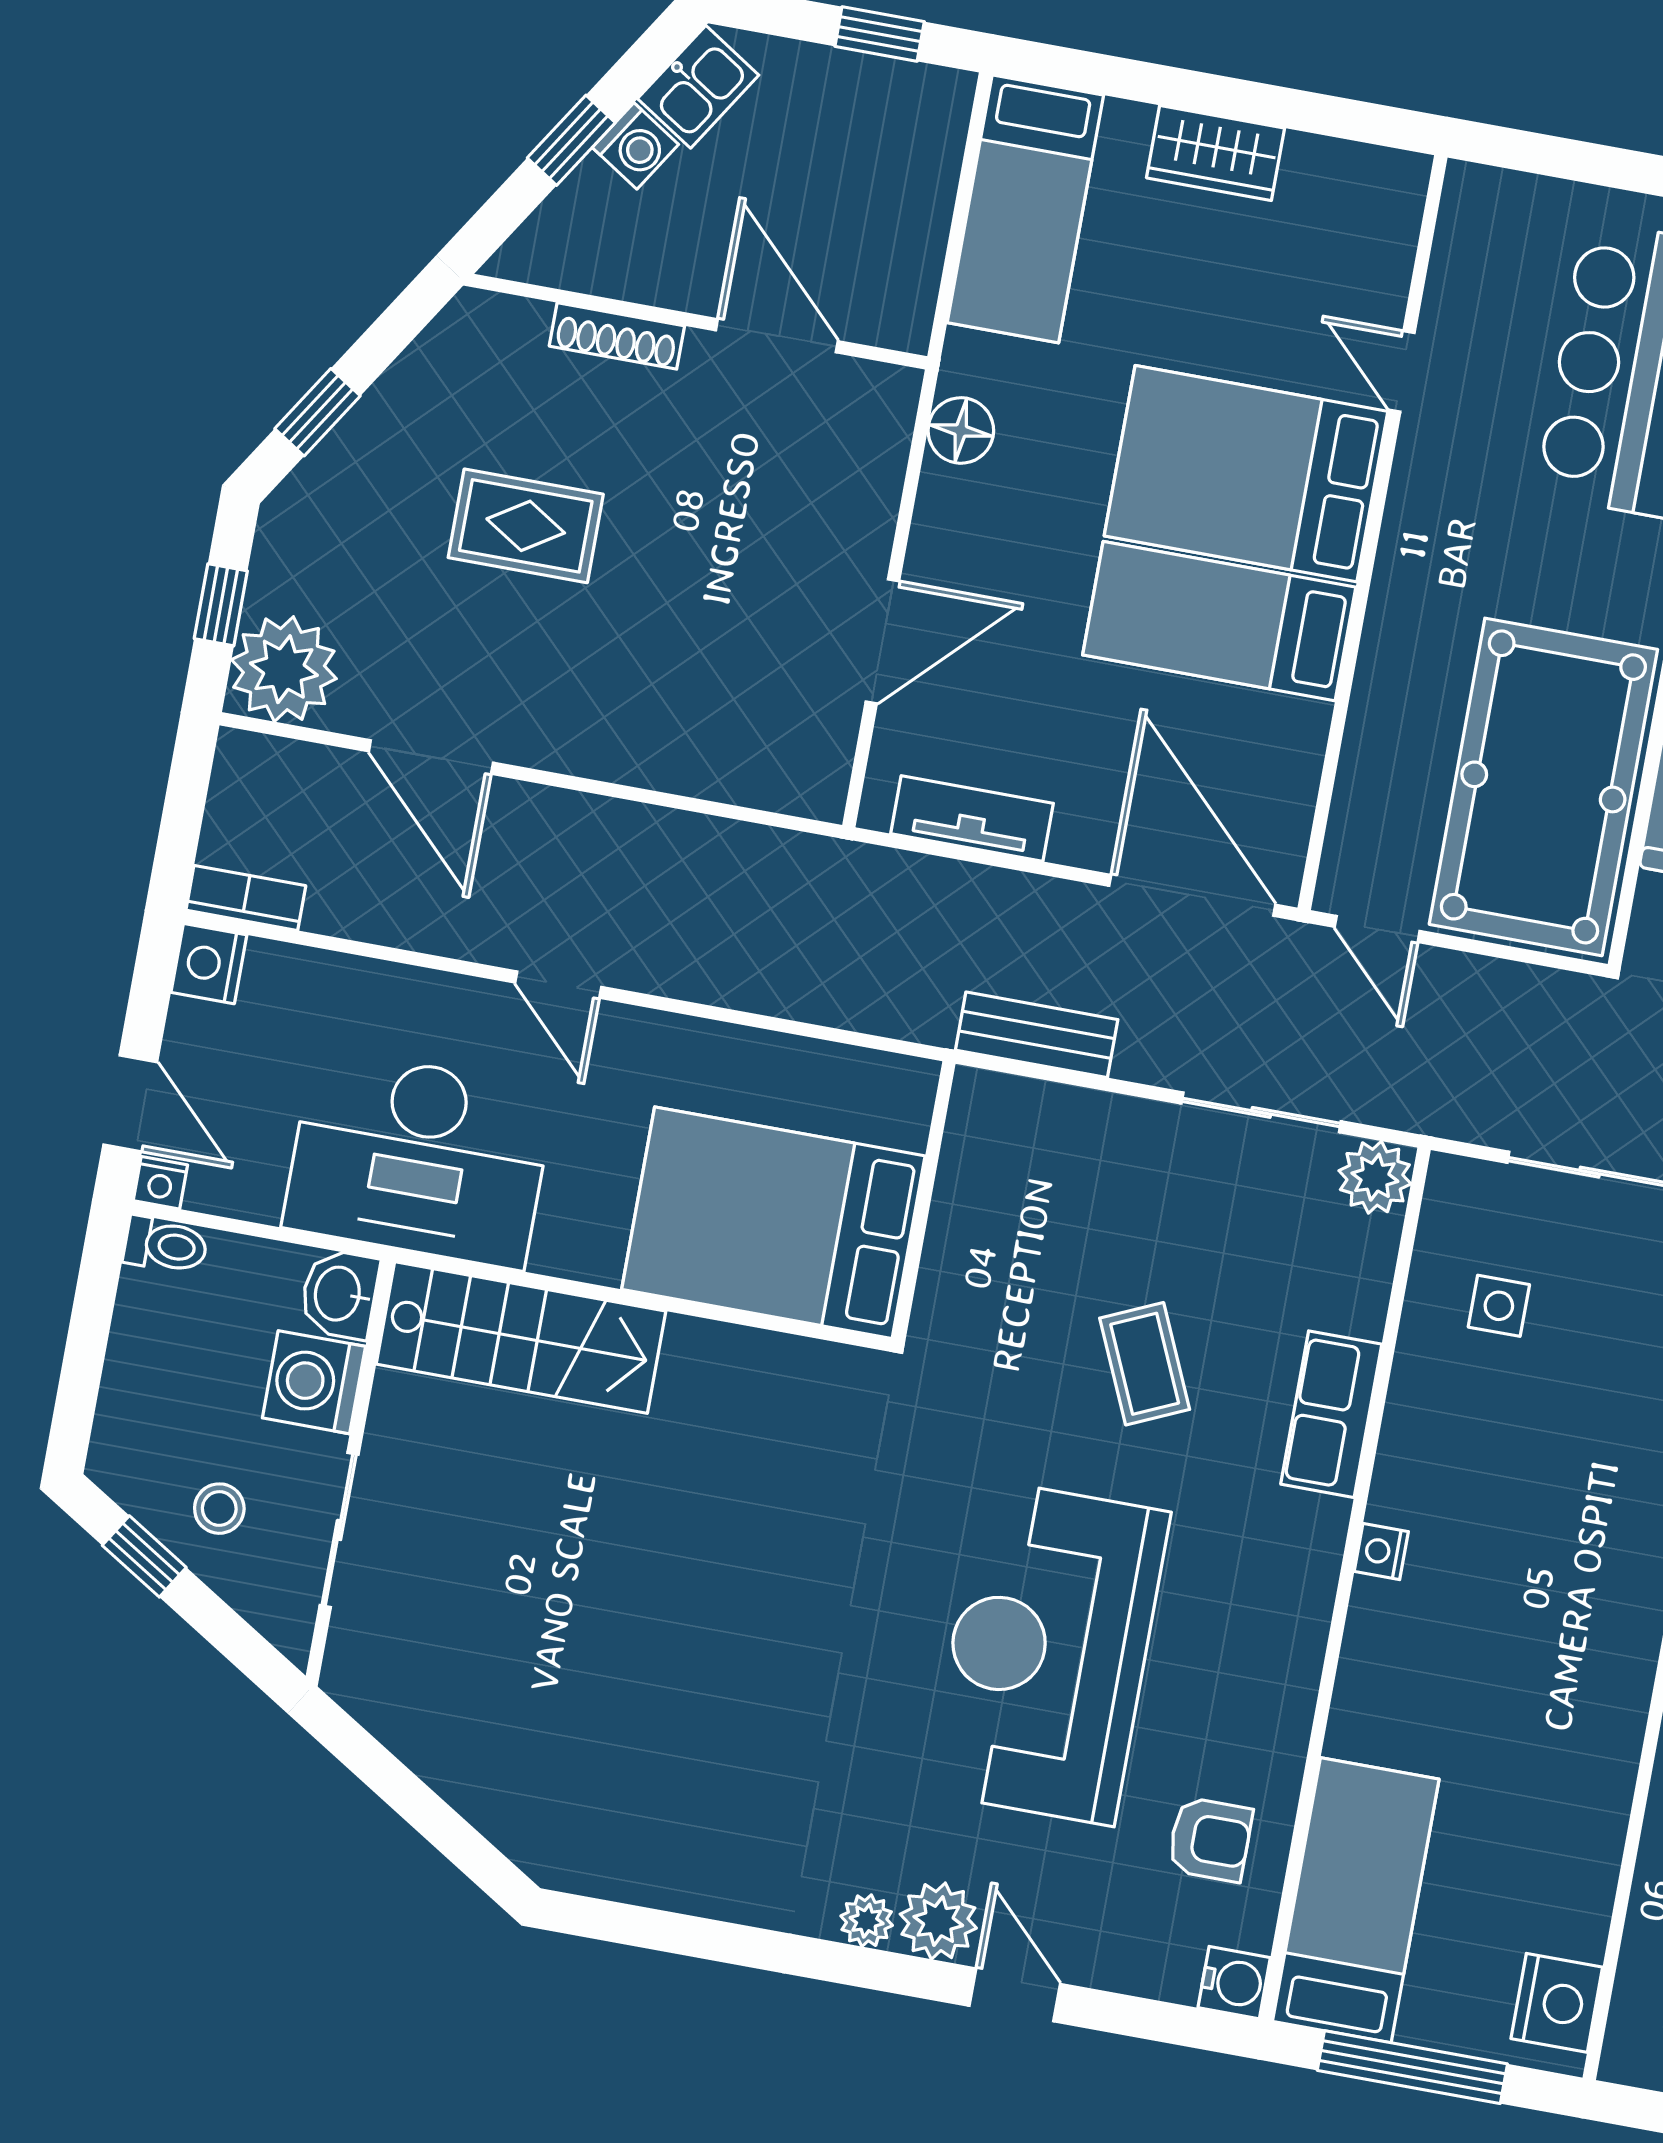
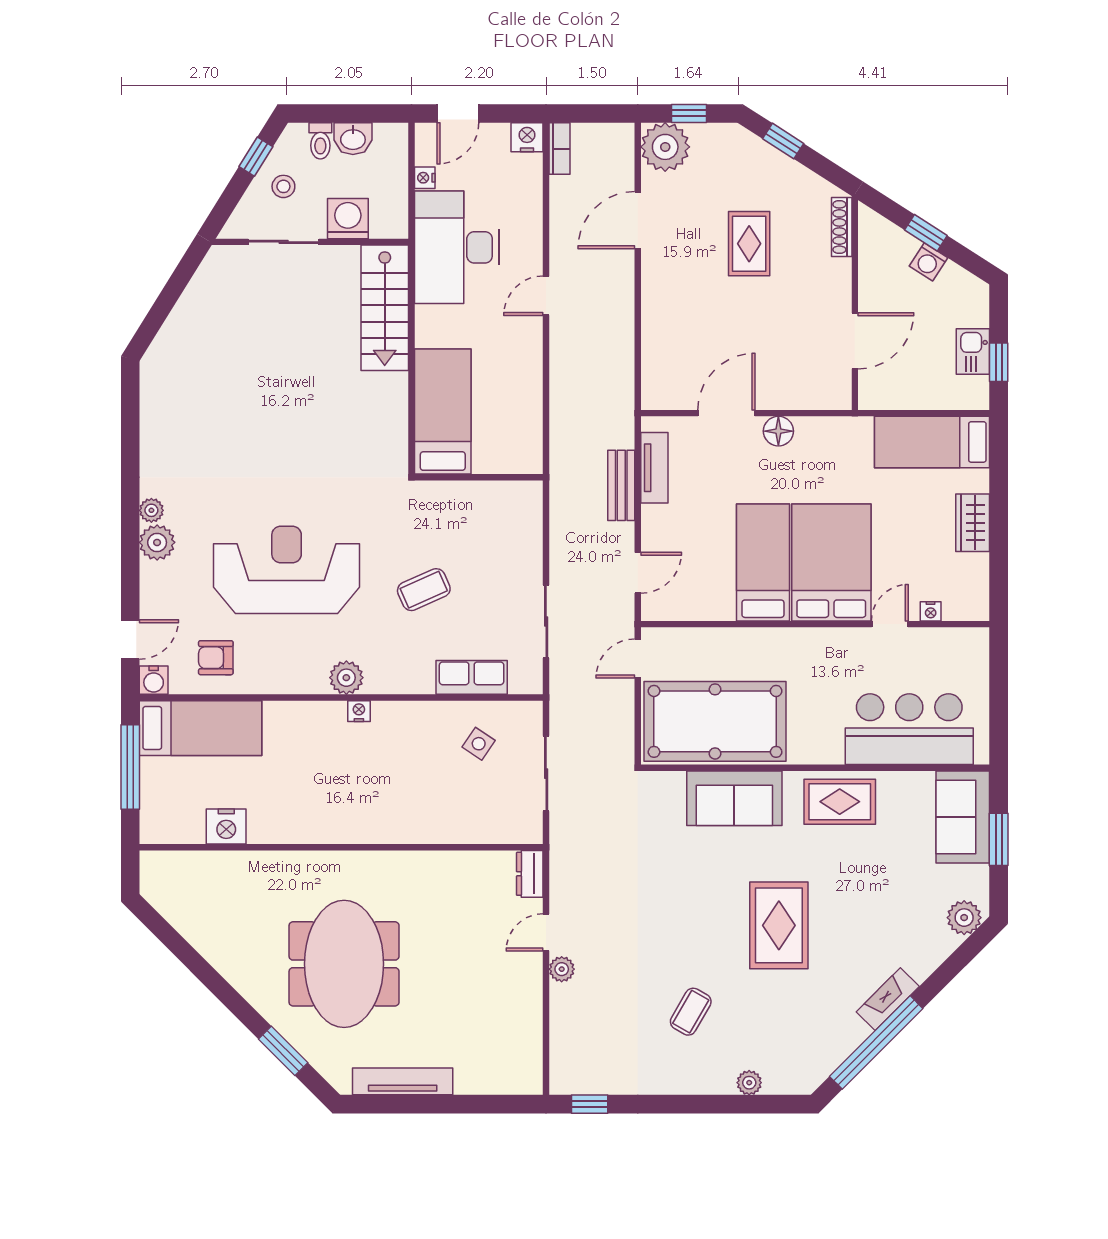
kitchen sink: (698, 87) -> (973, 352), moved, turned 57
nightstand: (1390, 278) -> (931, 611), added
shoe rack: (617, 336) -> (842, 227), moved
floor lamp: (961, 430) -> (778, 431), moved
door: (882, 641) -> (726, 413), swing flipped
door: (1192, 895) -> (638, 573), width x0.53
bench: (1037, 1035) -> (621, 485), moved
plant: (1375, 1177) -> (346, 678), moved
nightstand: (160, 1183) -> (425, 178), moved
bed: (773, 1223) -> (443, 412), width x0.67
toilet: (166, 1245) -> (320, 141), moved
washbasin: (339, 1294) -> (353, 139), moved, turned 180
side table: (1499, 1306) -> (479, 744), turned 34
row of seats: (1331, 1414) -> (472, 677), moved
armchair: (1210, 1839) -> (216, 658), turned 90
door: (1015, 1995) -> (130, 639), moved
nightstand: (1557, 2003) -> (226, 827), moved

